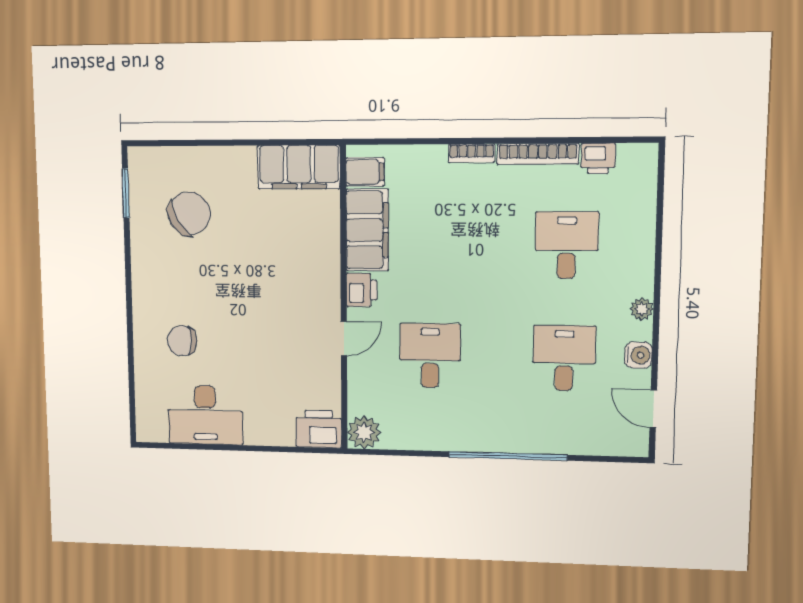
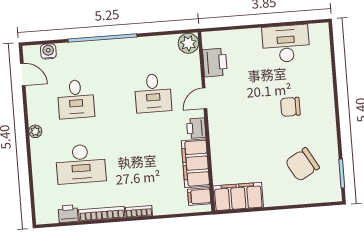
desk: (567, 245) -> (81, 164), width x1.37
chair: (182, 341) -> (290, 107), moved, turned 180
water cooler: (638, 355) -> (48, 51), moved, turned 90
printer: (319, 429) -> (215, 62), moved, turned -90

